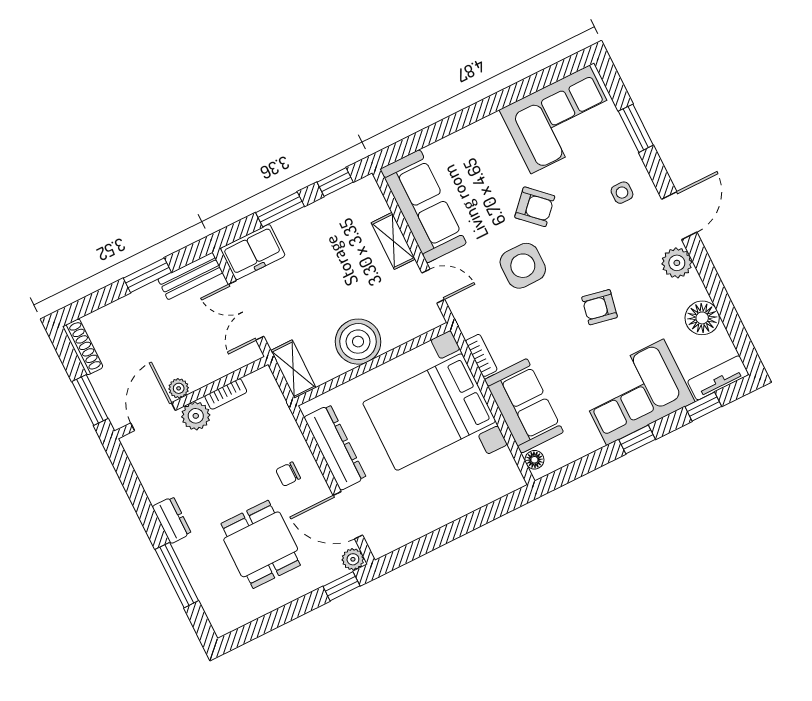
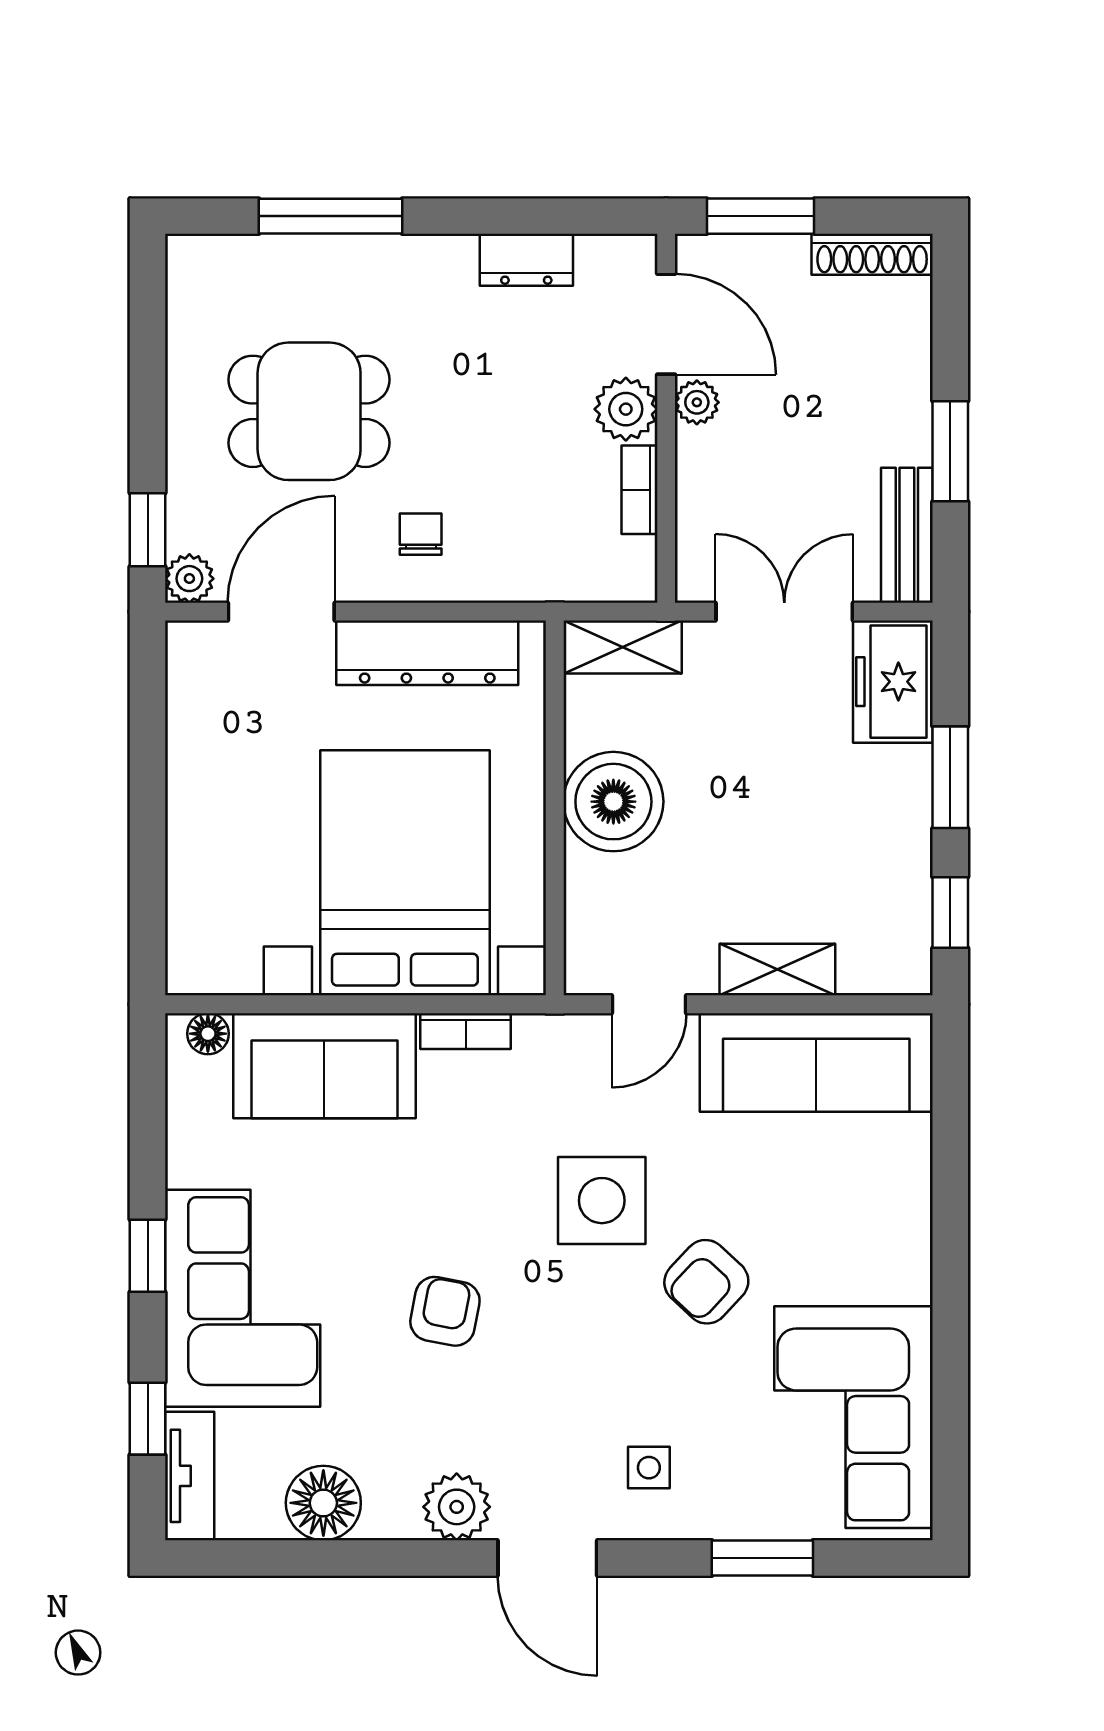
dresser: (172, 520) -> (526, 260), moved

